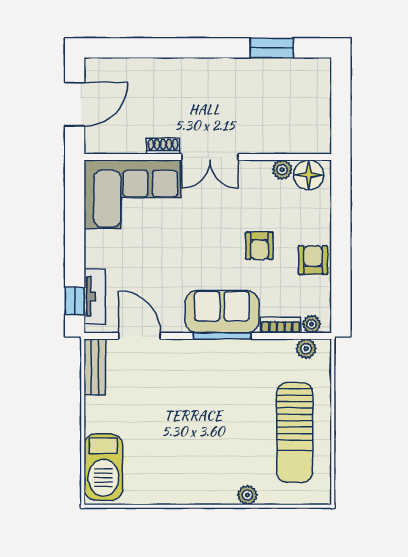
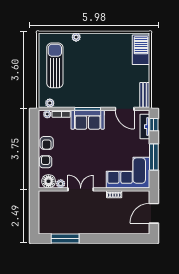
window: (272, 48) -> (65, 238), width x1.44
double door: (210, 157) -> (81, 189), moved
window: (75, 229) -> (154, 157), added
armchair: (259, 246) -> (46, 162), moved

